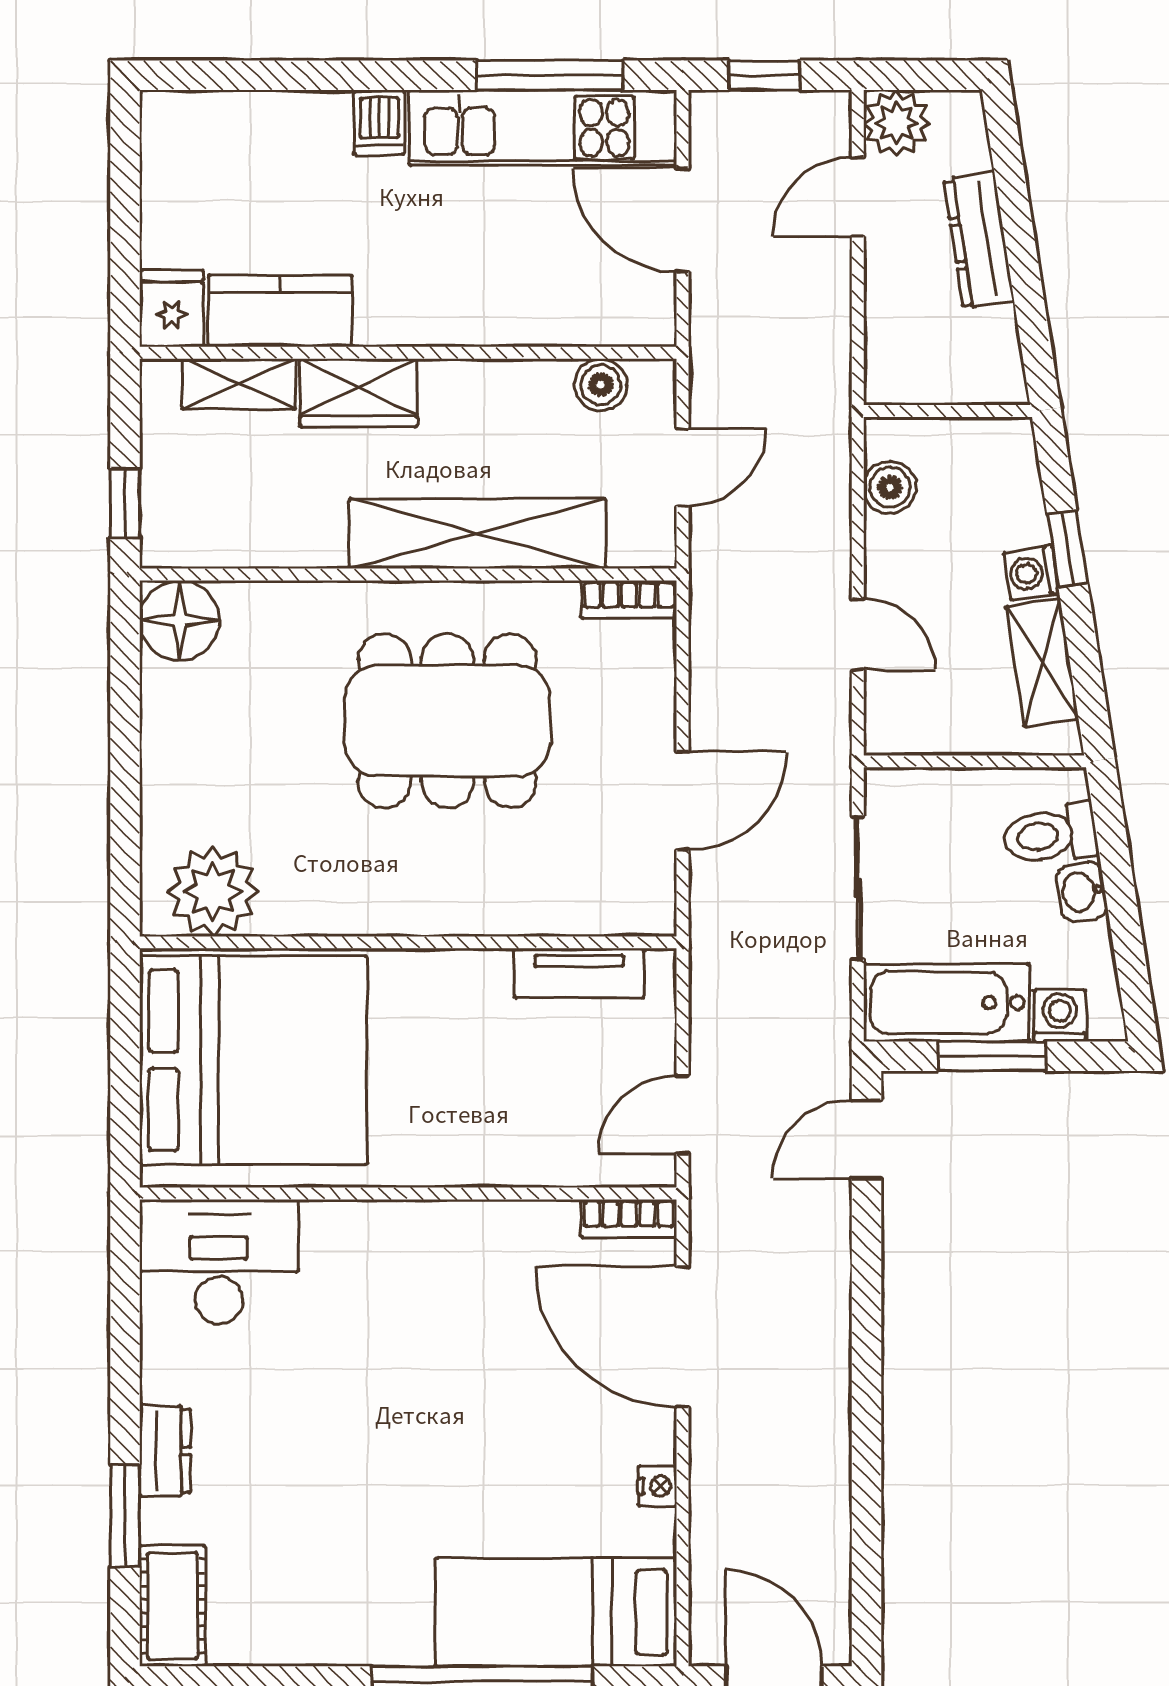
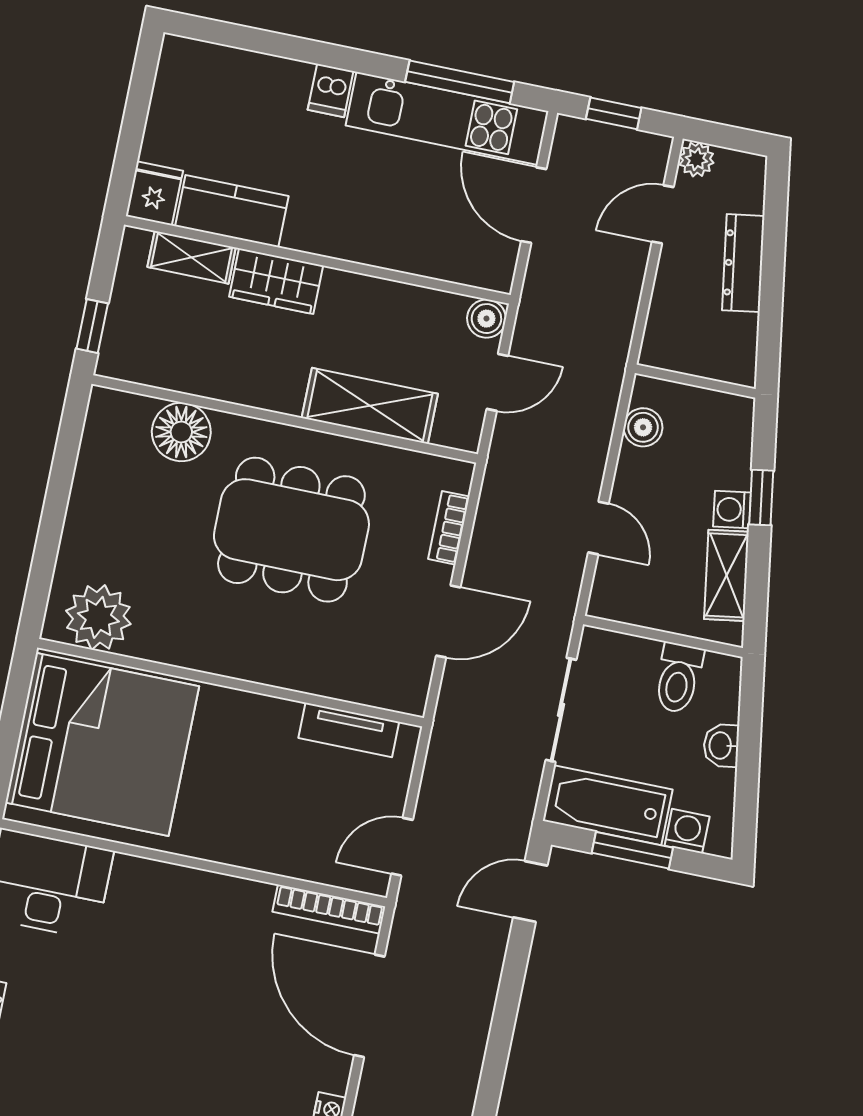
plant: (897, 123) -> (696, 159), width x0.73, depth x0.73
boiler: (601, 385) -> (486, 319), moved
shelving: (477, 534) -> (370, 406), width x0.68
bookcase: (629, 599) -> (449, 528), moved, turned 90
floor lamp: (180, 620) -> (181, 432), moved
toilet: (1050, 835) -> (678, 678), moved, turned -81
bookcase: (629, 1218) -> (329, 909), width x1.56

